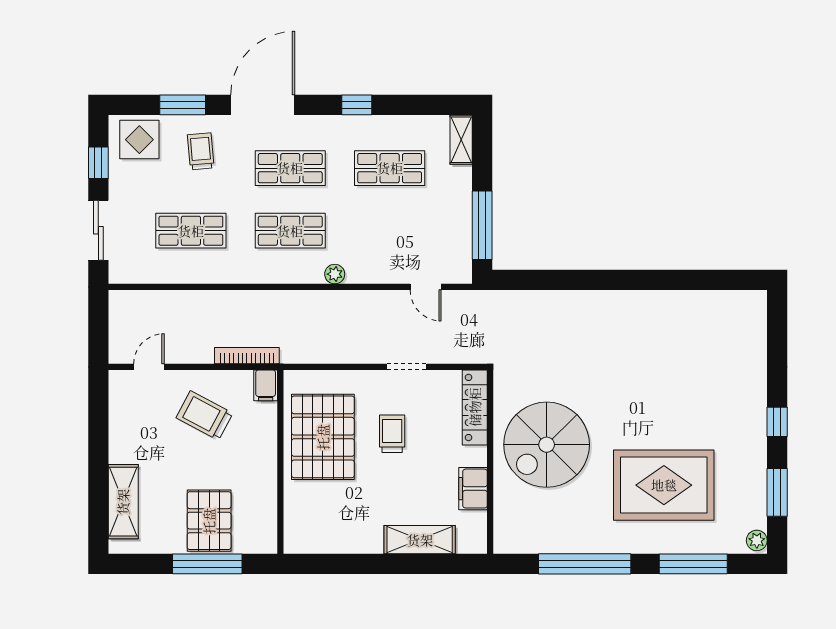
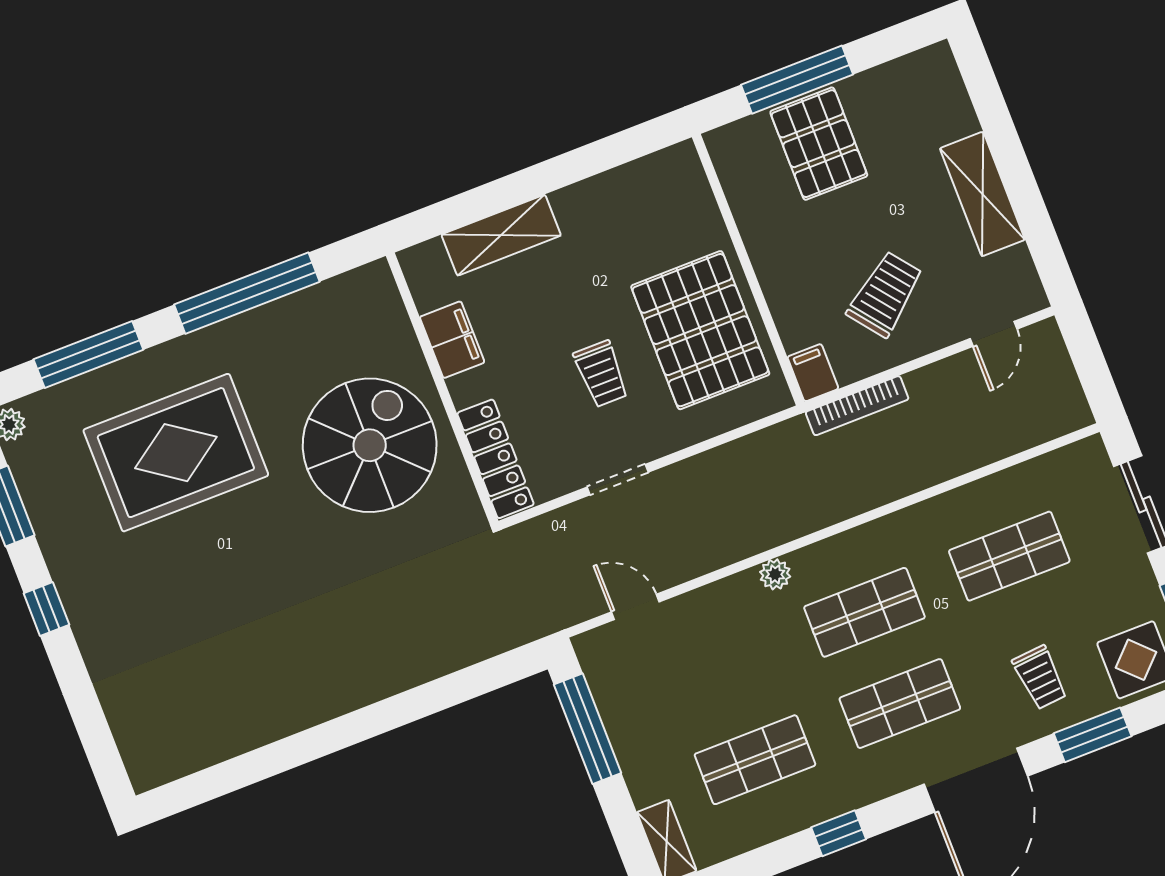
trolley: (204, 416) -> (885, 294), turned -66
shelving: (123, 502) -> (982, 194), moved

